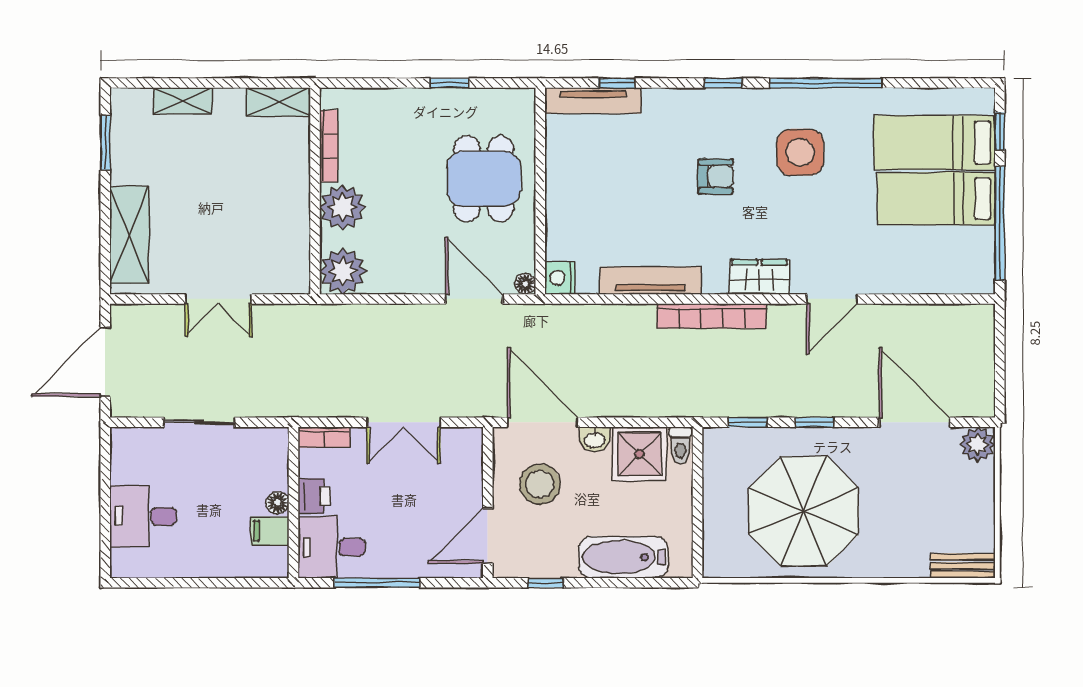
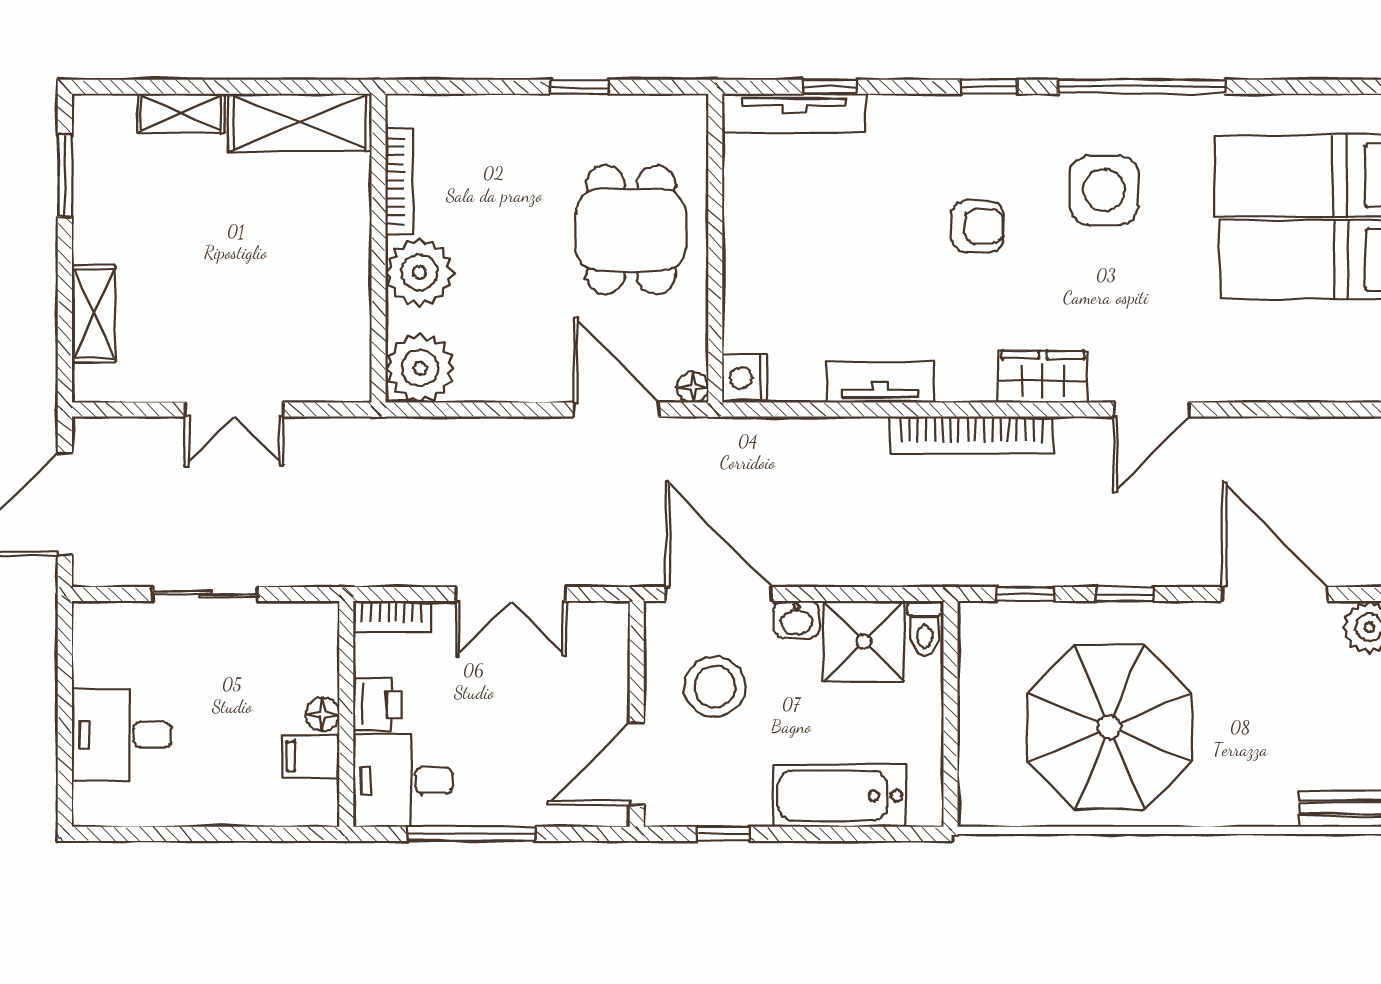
shelving: (278, 102) -> (300, 122), width x1.50, depth x1.33
shelving: (129, 235) -> (94, 314), width x0.67, depth x0.75
tv unit: (650, 281) -> (880, 382), width x0.71

